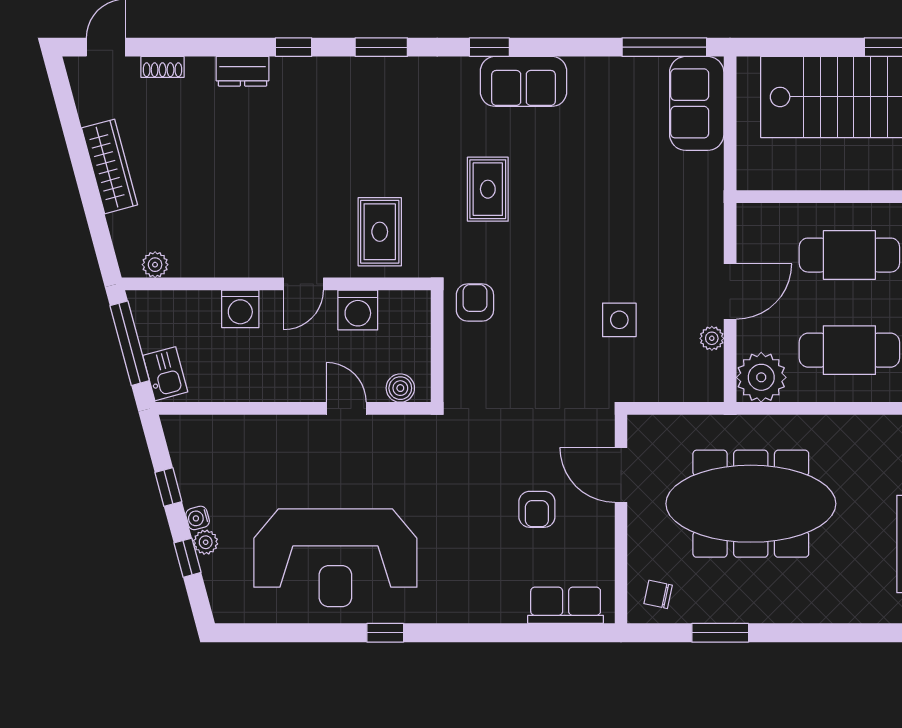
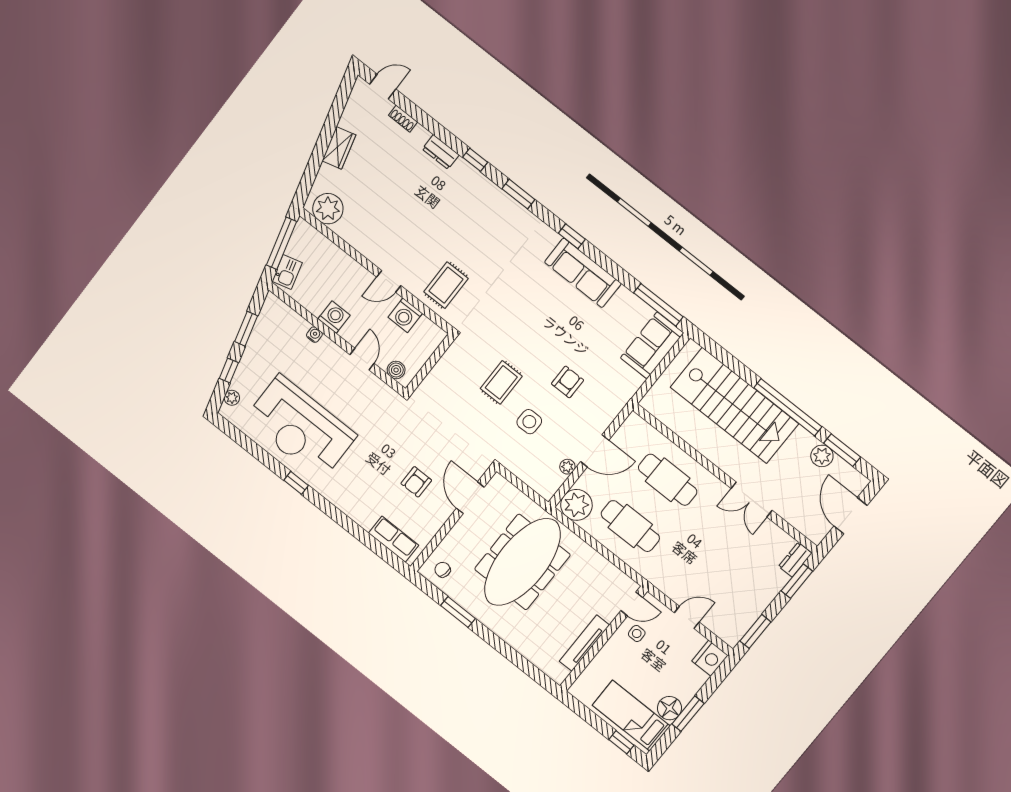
sofa: (524, 81) -> (583, 273), width x1.36
wardrobe: (110, 166) -> (339, 148), width x0.67
rug: (488, 189) -> (501, 382), moved
plant: (155, 265) -> (328, 209), width x1.87, depth x1.87
armchair: (475, 302) -> (568, 382), moved
washing machine: (240, 309) -> (334, 317), moved, turned 180
window: (168, 487) -> (246, 329), width x1.50
meeting table: (751, 504) -> (522, 562), turned 90
water cooler: (198, 518) -> (314, 335), moved, turned 105
plant: (206, 542) -> (232, 398), moved

